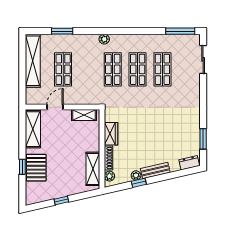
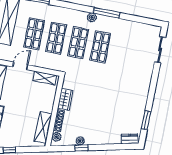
window: (180, 31) -> (106, 13), moved
plant: (104, 39) -> (92, 17), moved
shop shelf: (162, 69) -> (56, 38), moved
bench: (155, 170) -> (98, 140), removed

